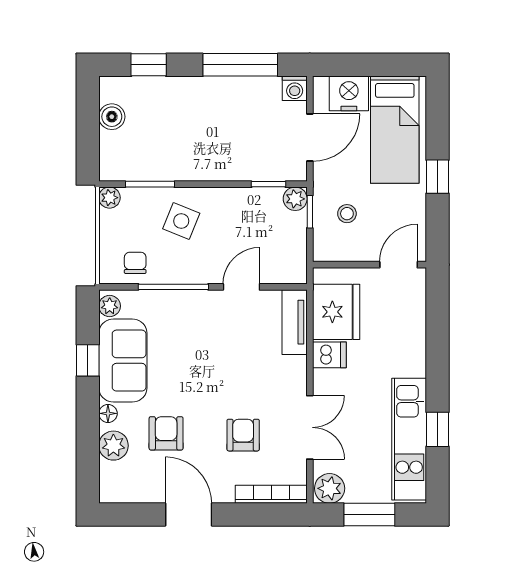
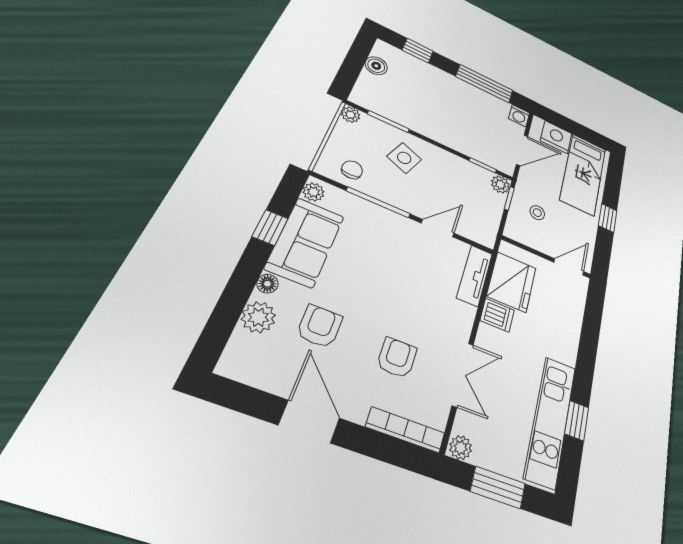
plant: (330, 488) -> (461, 448), width x0.73, depth x0.73

